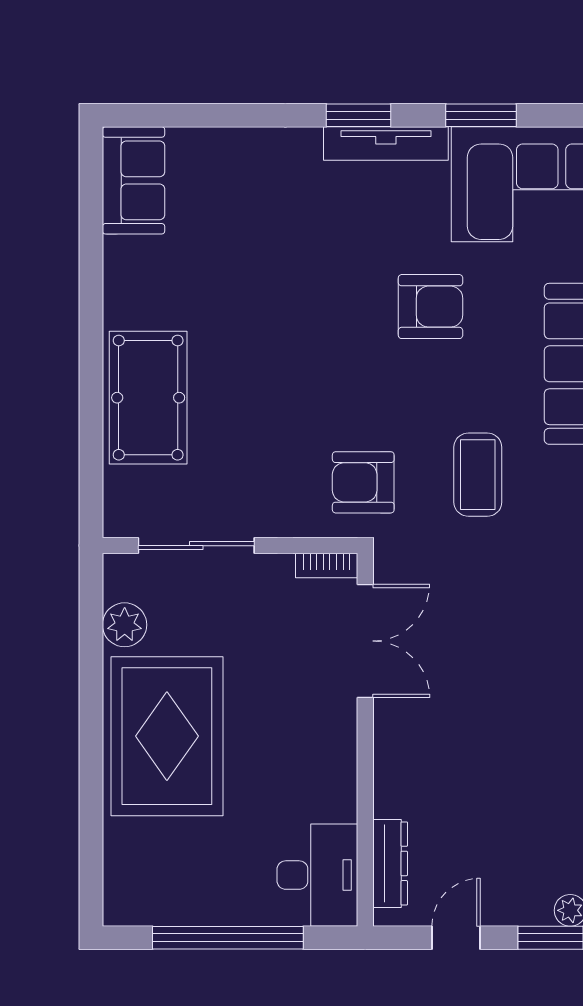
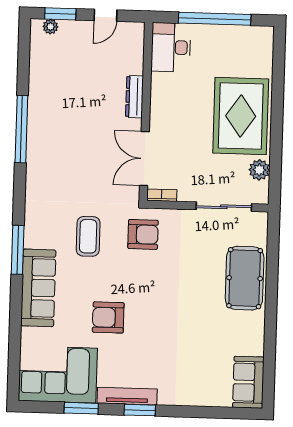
dresser: (390, 863) -> (134, 97), moved

